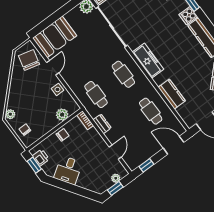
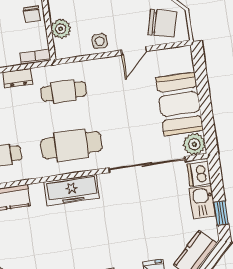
booth: (55, 37) -> (180, 104), moved
door: (53, 68) -> (134, 51), hinge flipped
cafe table: (123, 74) -> (71, 145), width x1.37, depth x1.35

